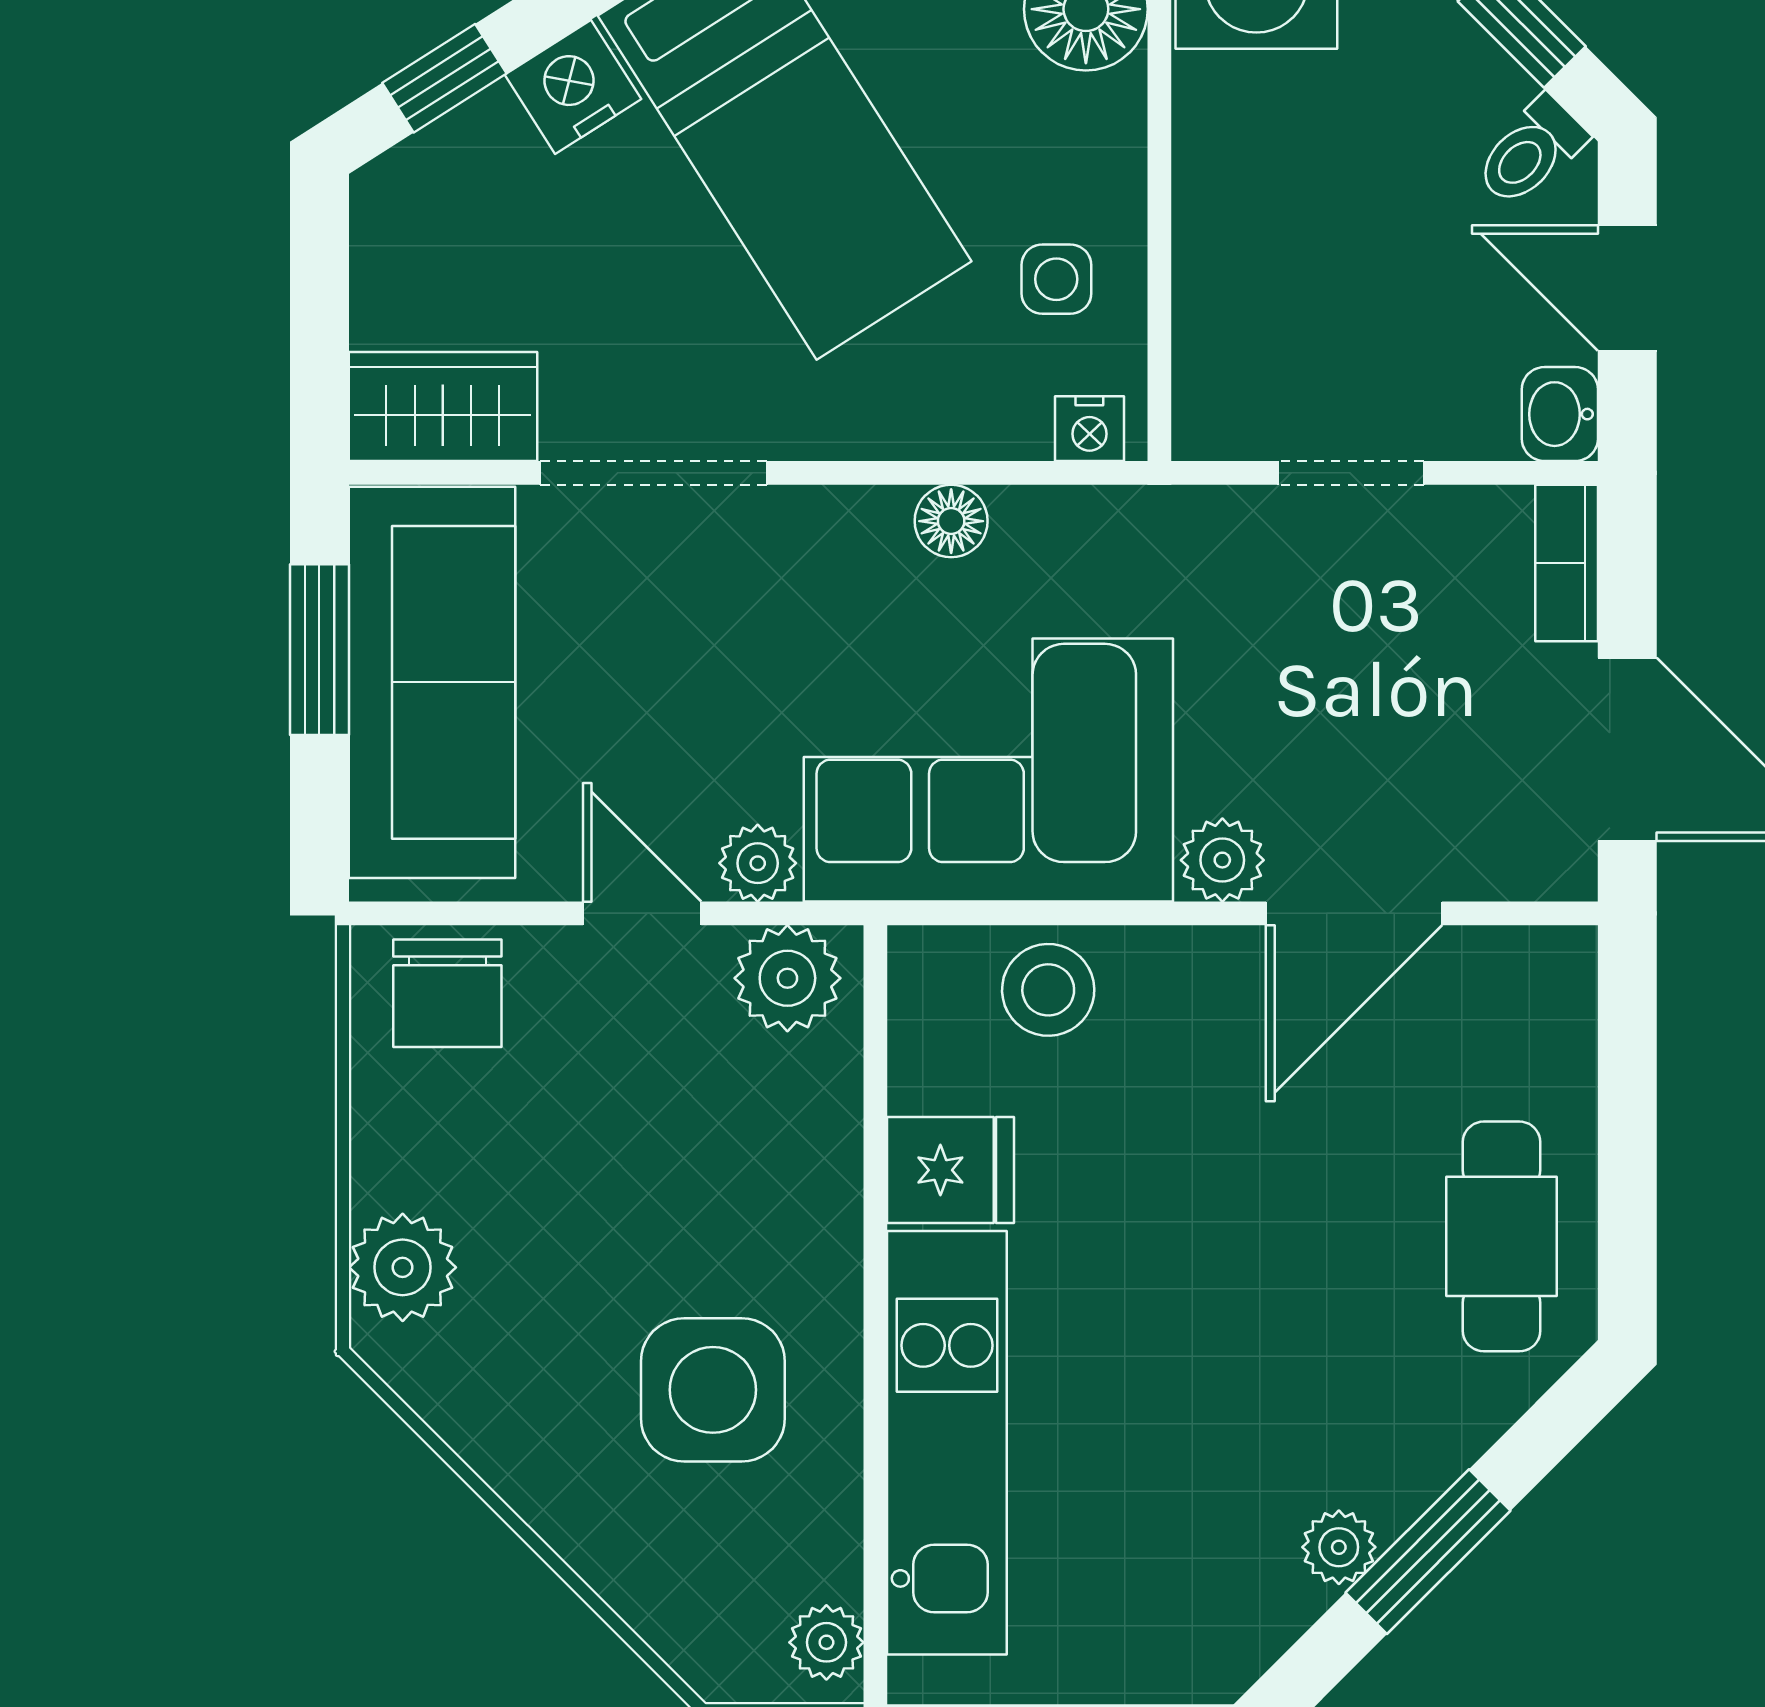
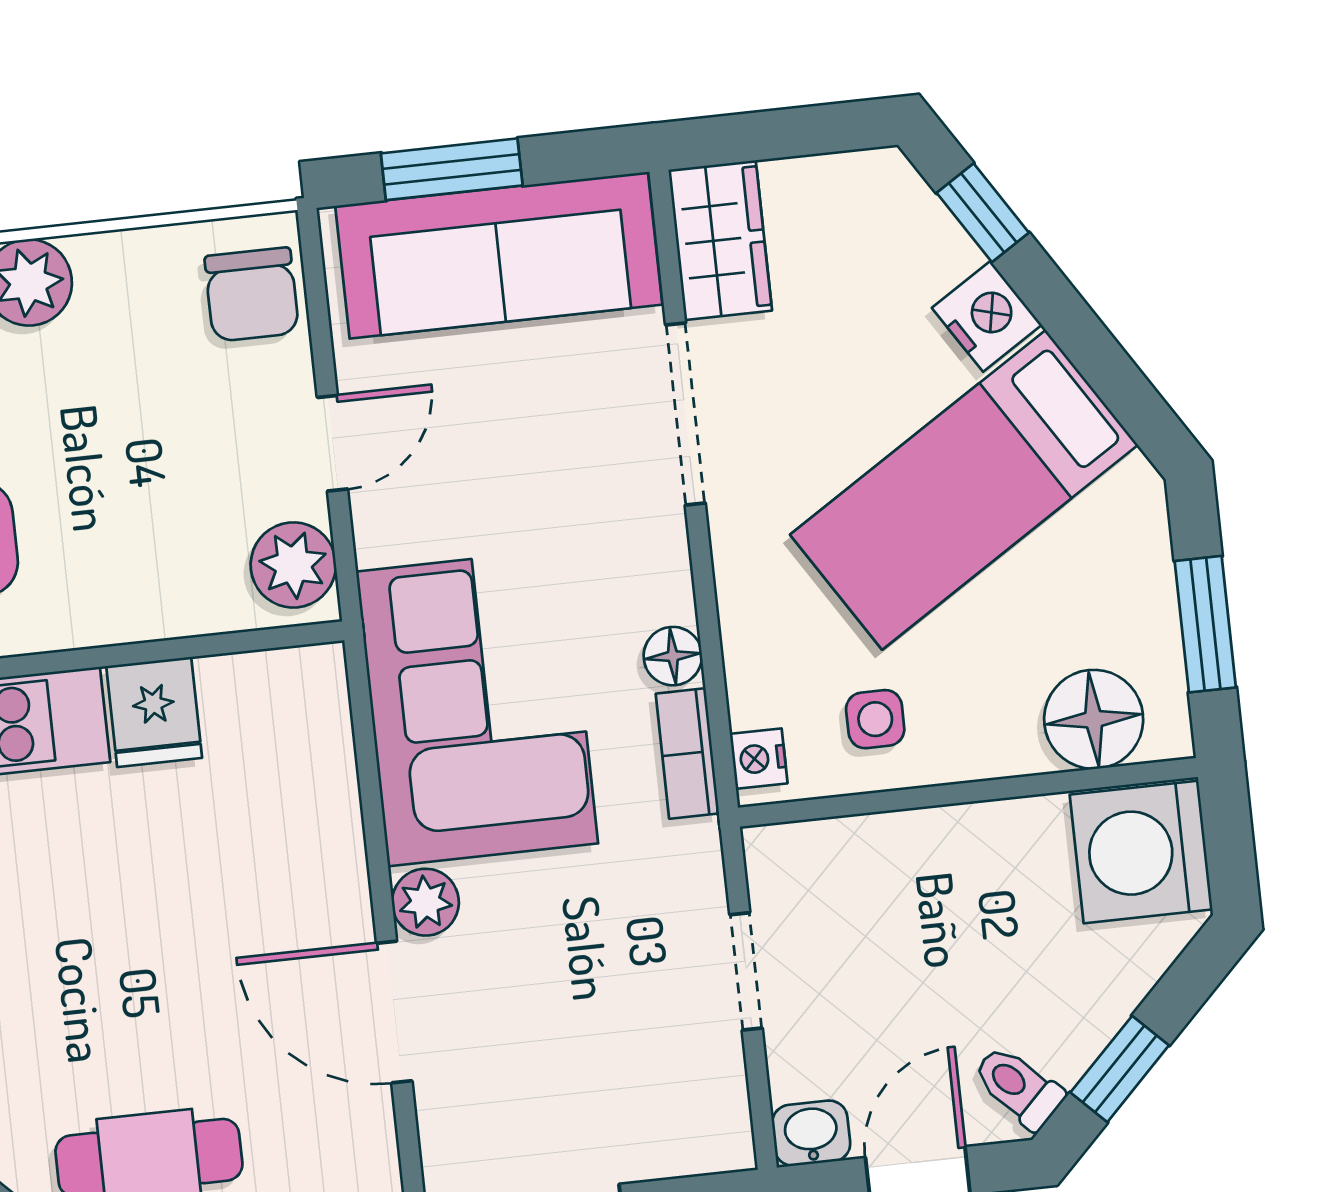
bookcase: (1567, 563) -> (687, 754), moved, turned -90
window: (319, 650) -> (452, 169), moved
plant: (758, 863) -> (383, 531), removed
stool: (1048, 990) -> (307, 774), removed
chair: (447, 993) -> (252, 295), turned -90

